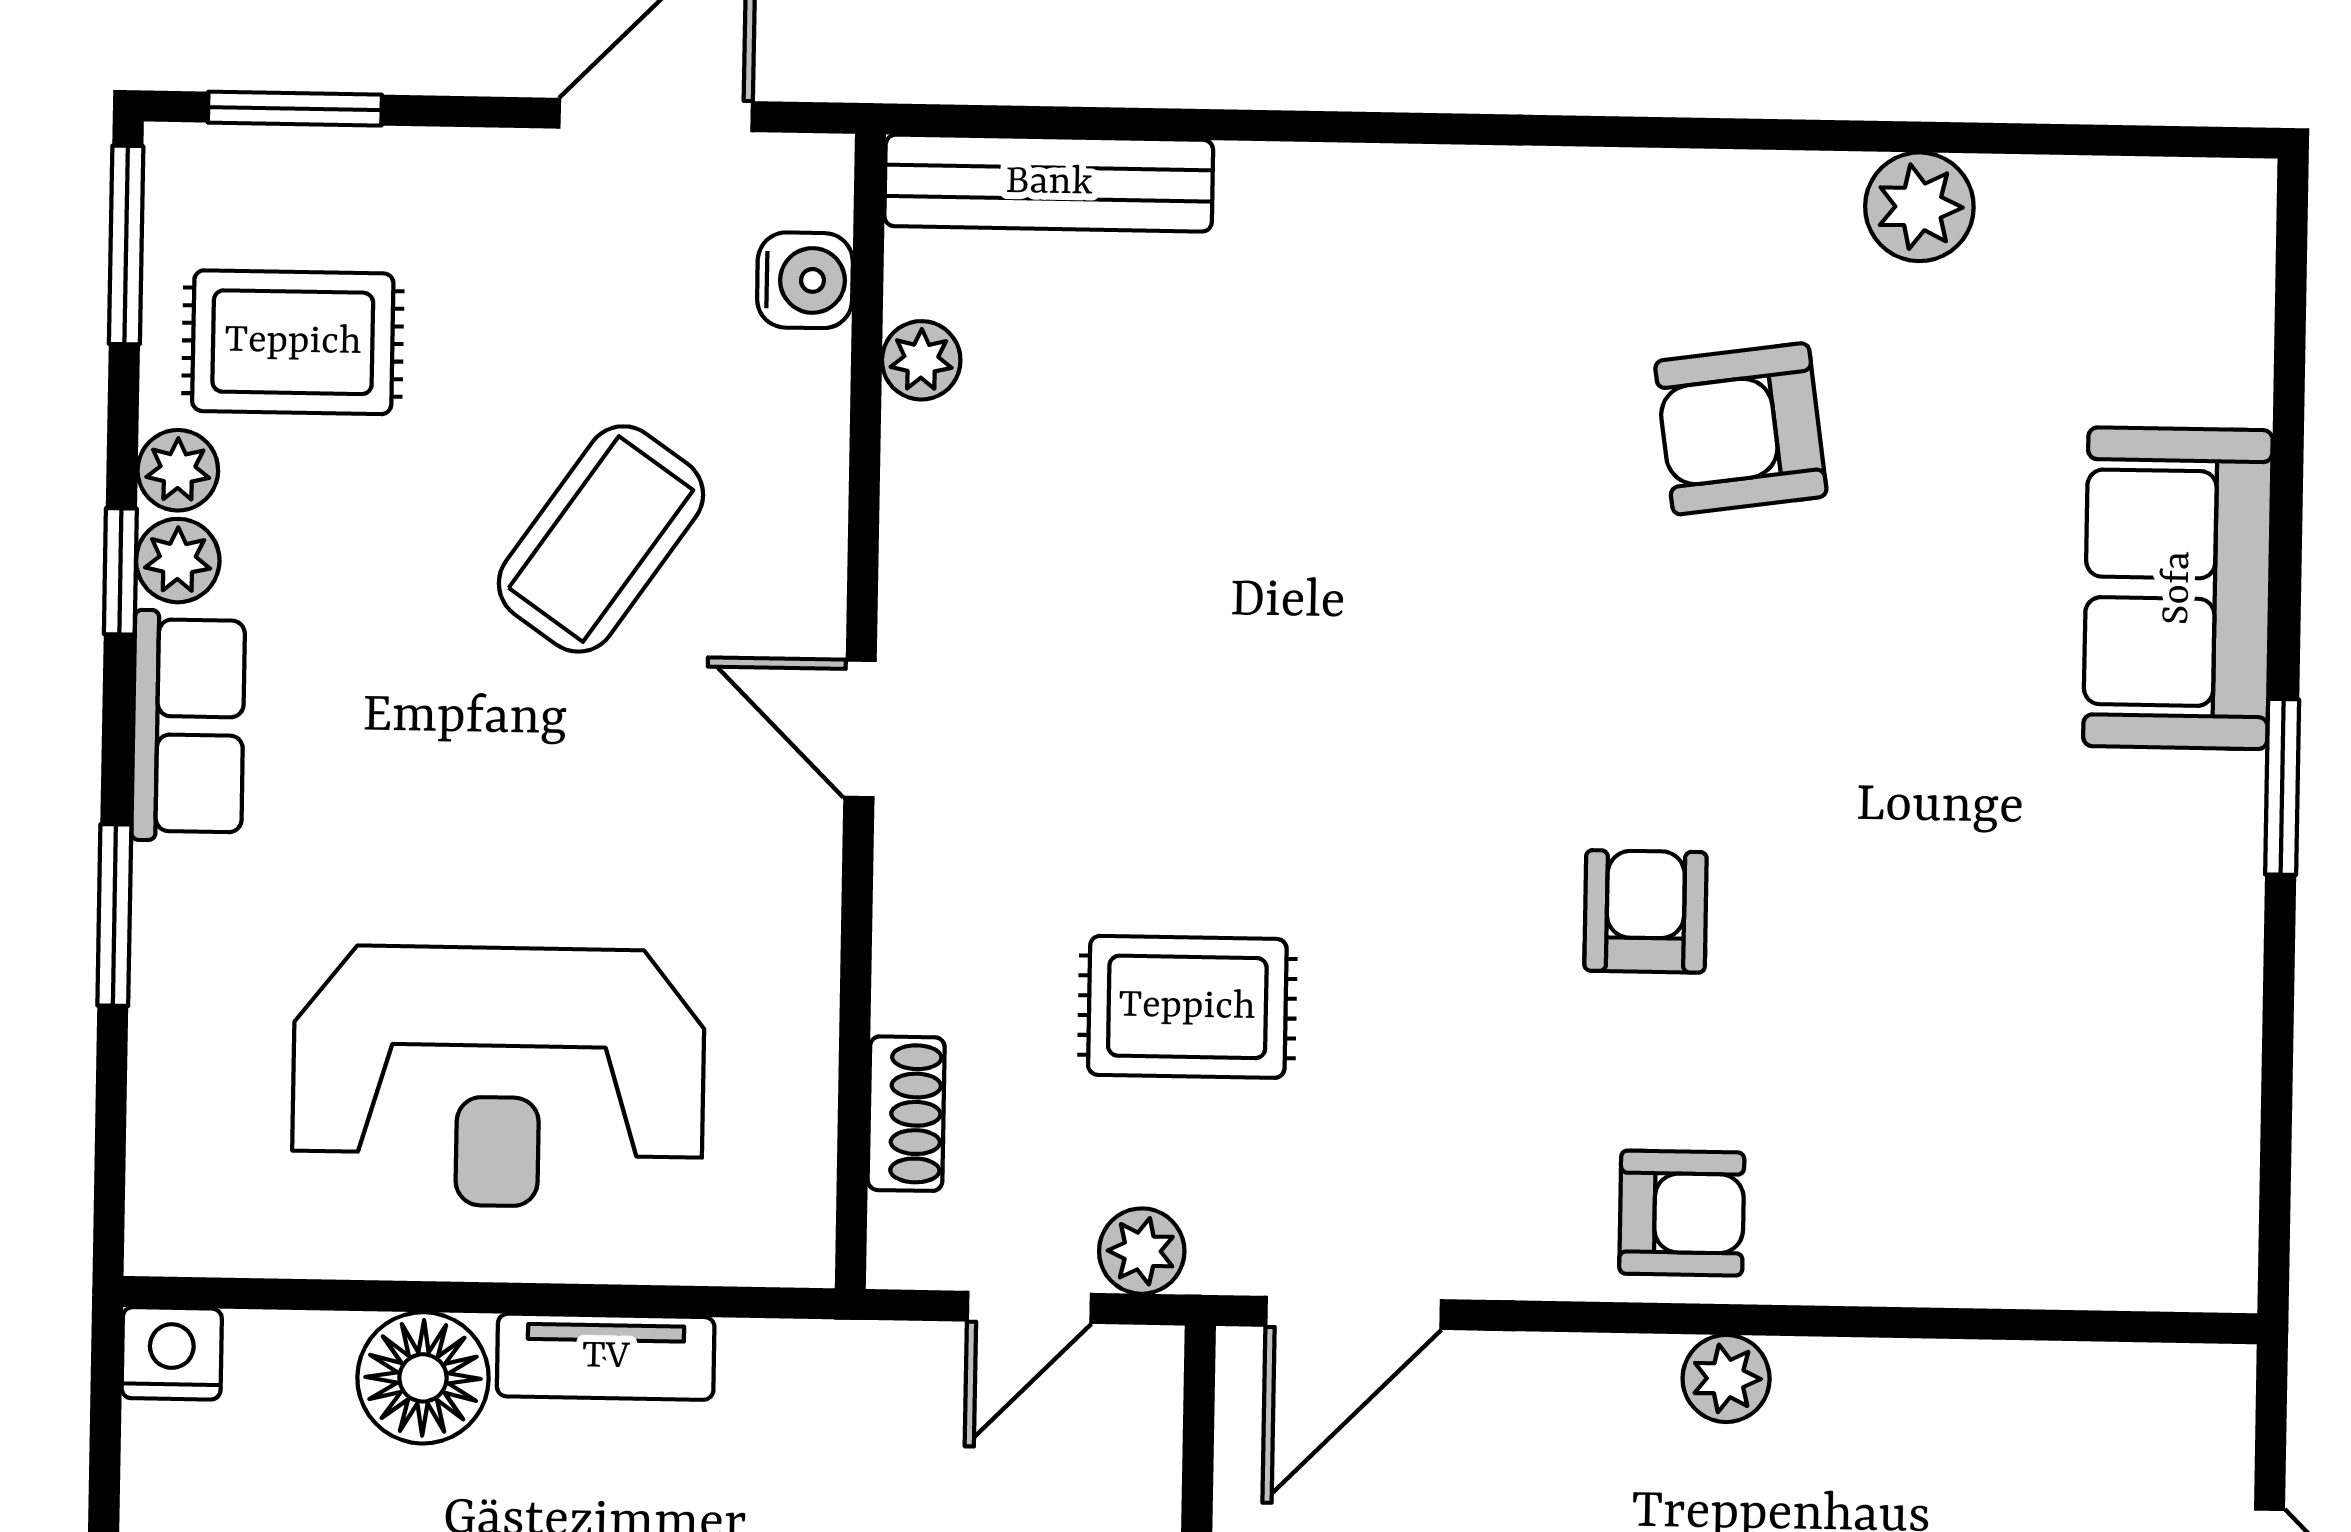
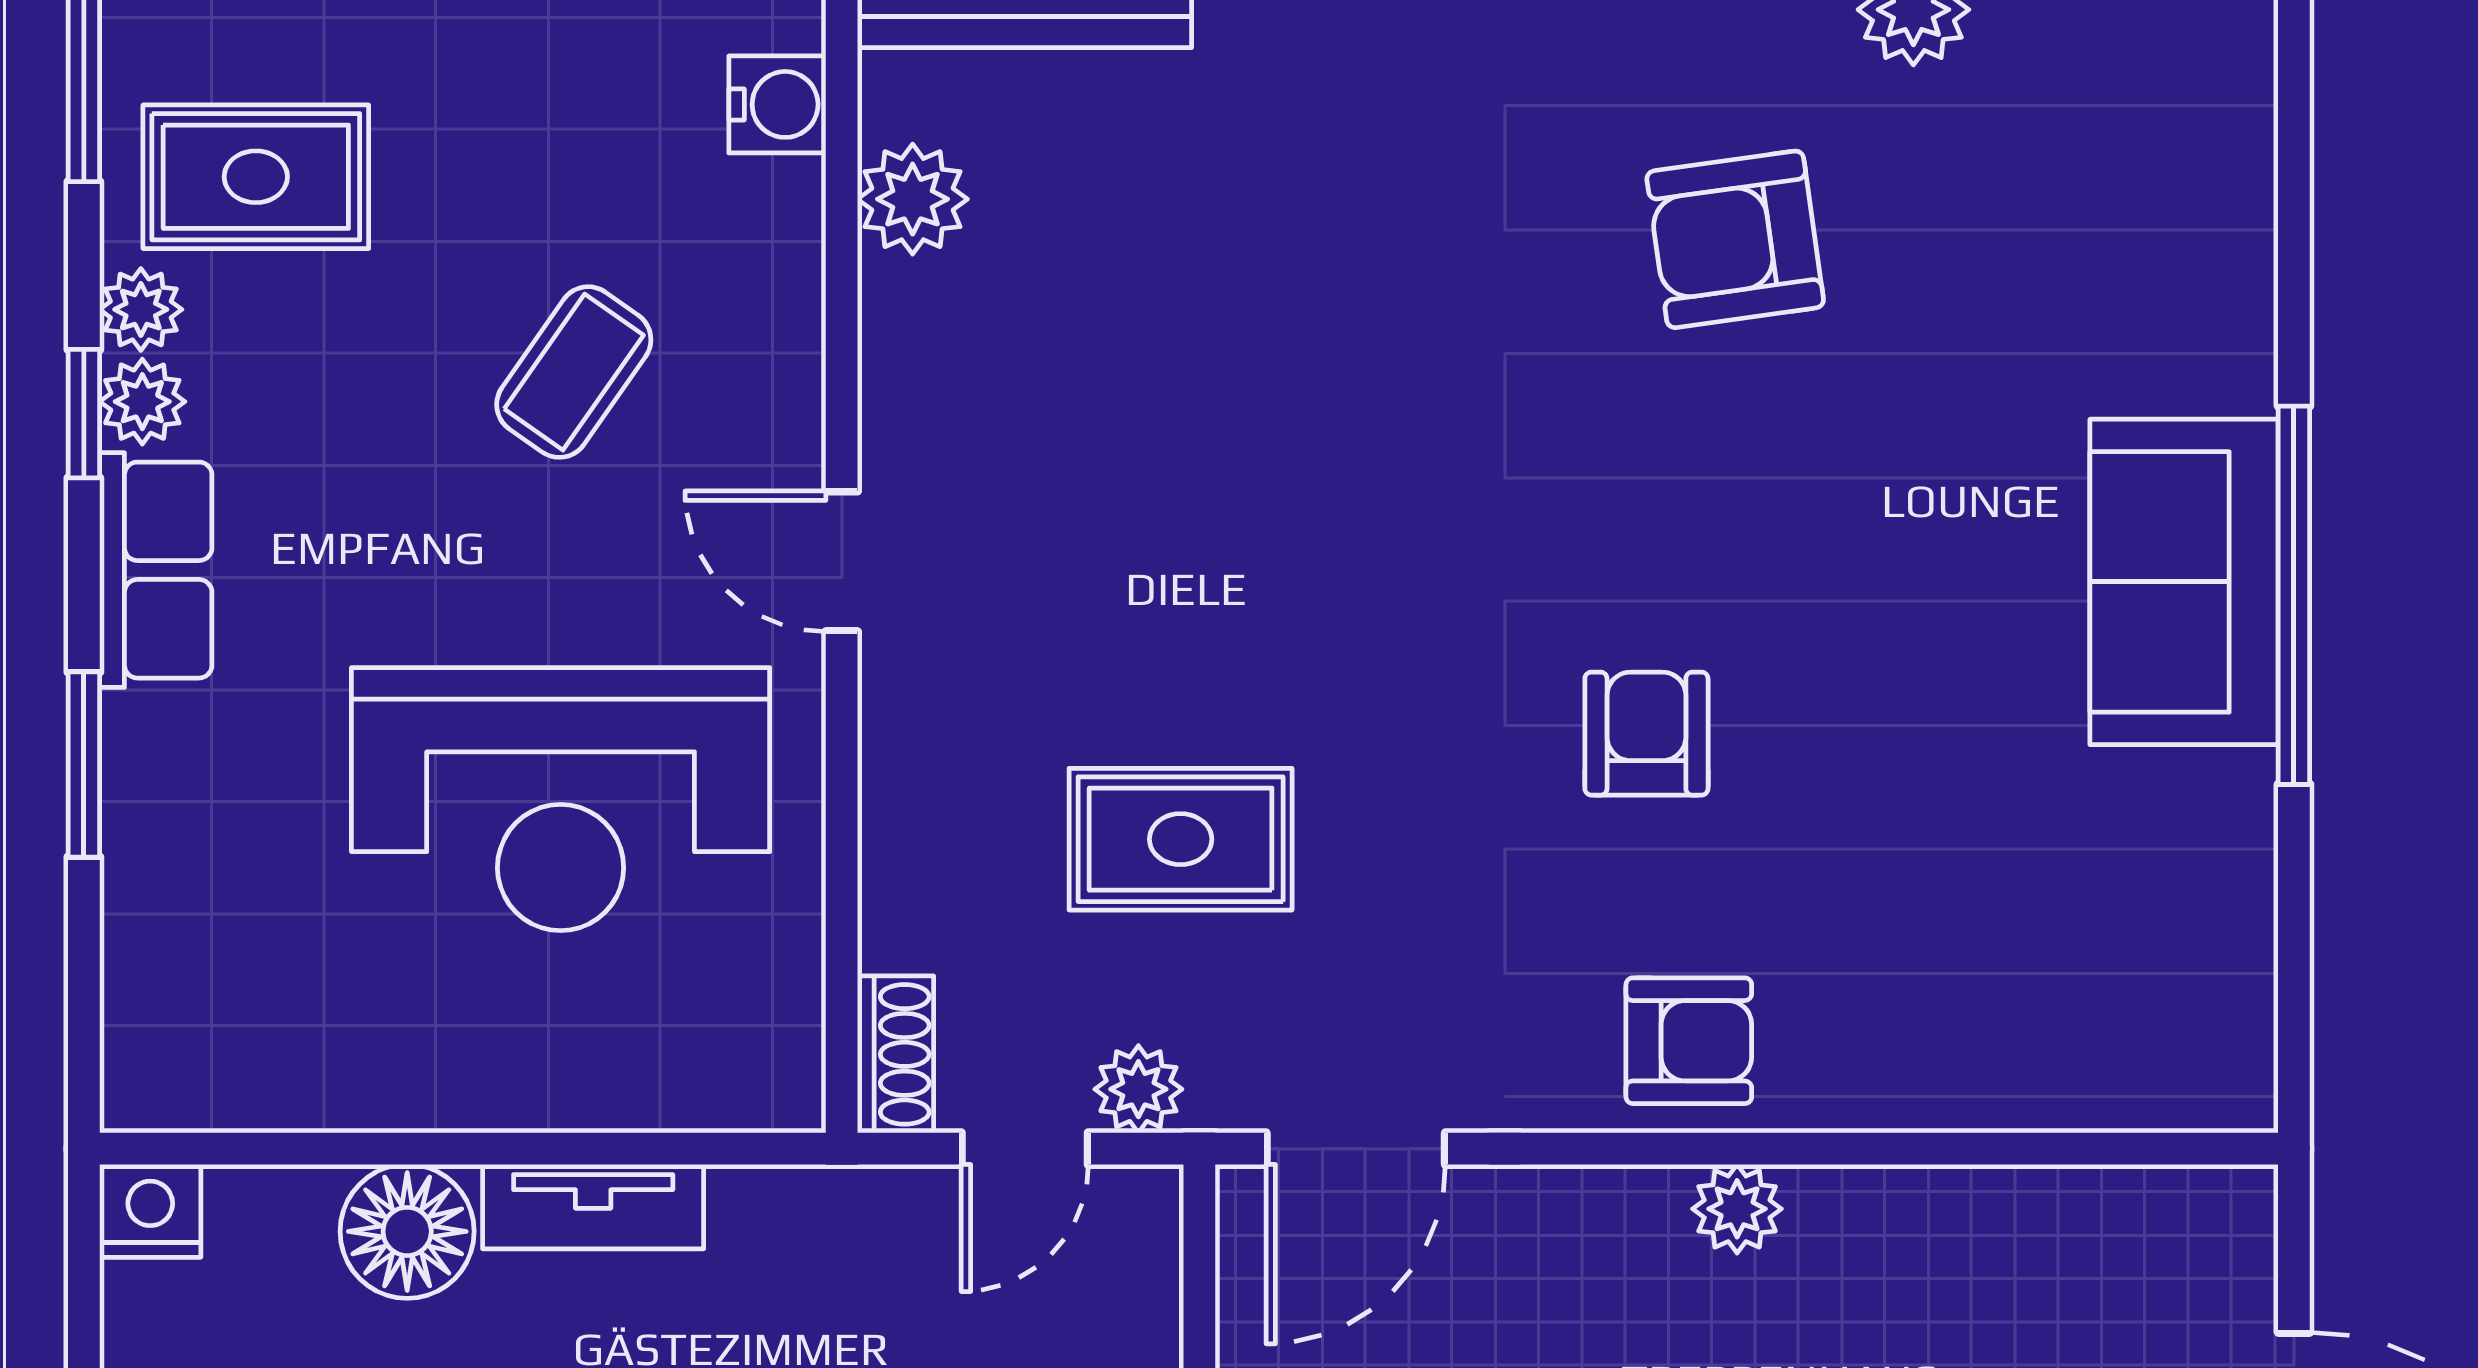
plant: (921, 360) -> (913, 199), width x1.38, depth x1.38
coffee table: (601, 539) -> (574, 372), width x0.73, depth x0.77
sofa: (2178, 588) -> (2184, 582), moved
window: (2282, 787) -> (2294, 595), width x2.11
reception desk: (498, 1077) -> (561, 799), moved
shoe rack: (906, 1114) -> (896, 1054), moved

